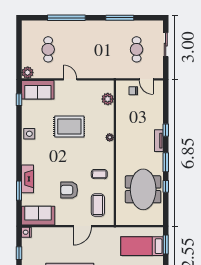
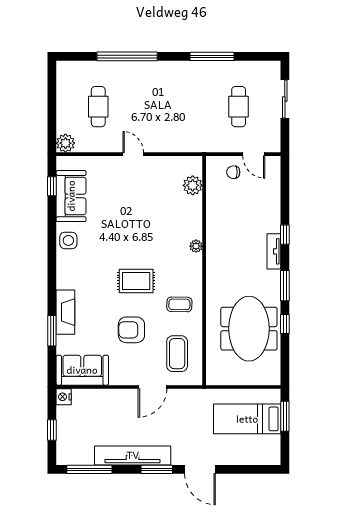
sofa: (38, 90) -> (71, 196), moved, turned -90
rug: (69, 126) -> (136, 281), moved, width x0.73, depth x0.70

